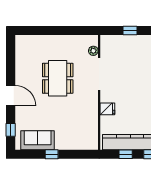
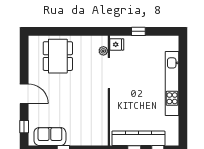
dining table: (58, 78) -> (58, 56), moved
fridge: (107, 109) -> (117, 44), moved

